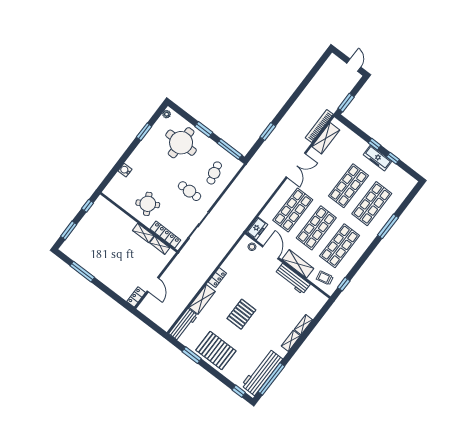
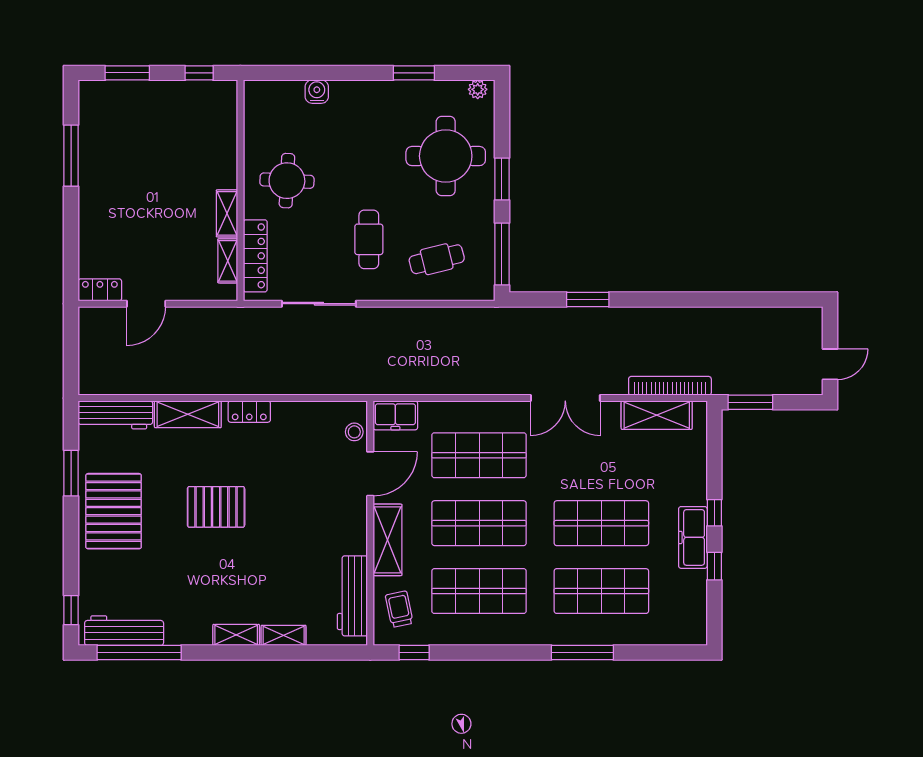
round table: (148, 204) -> (287, 181), turned 33
workbench: (293, 279) -> (352, 596), moved
workbench: (262, 372) -> (124, 631), width x0.73, depth x0.76

